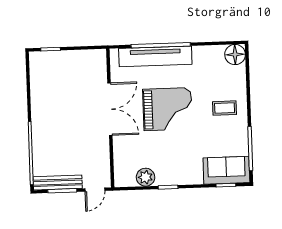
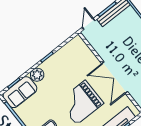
plant: (146, 177) -> (37, 75), moved

